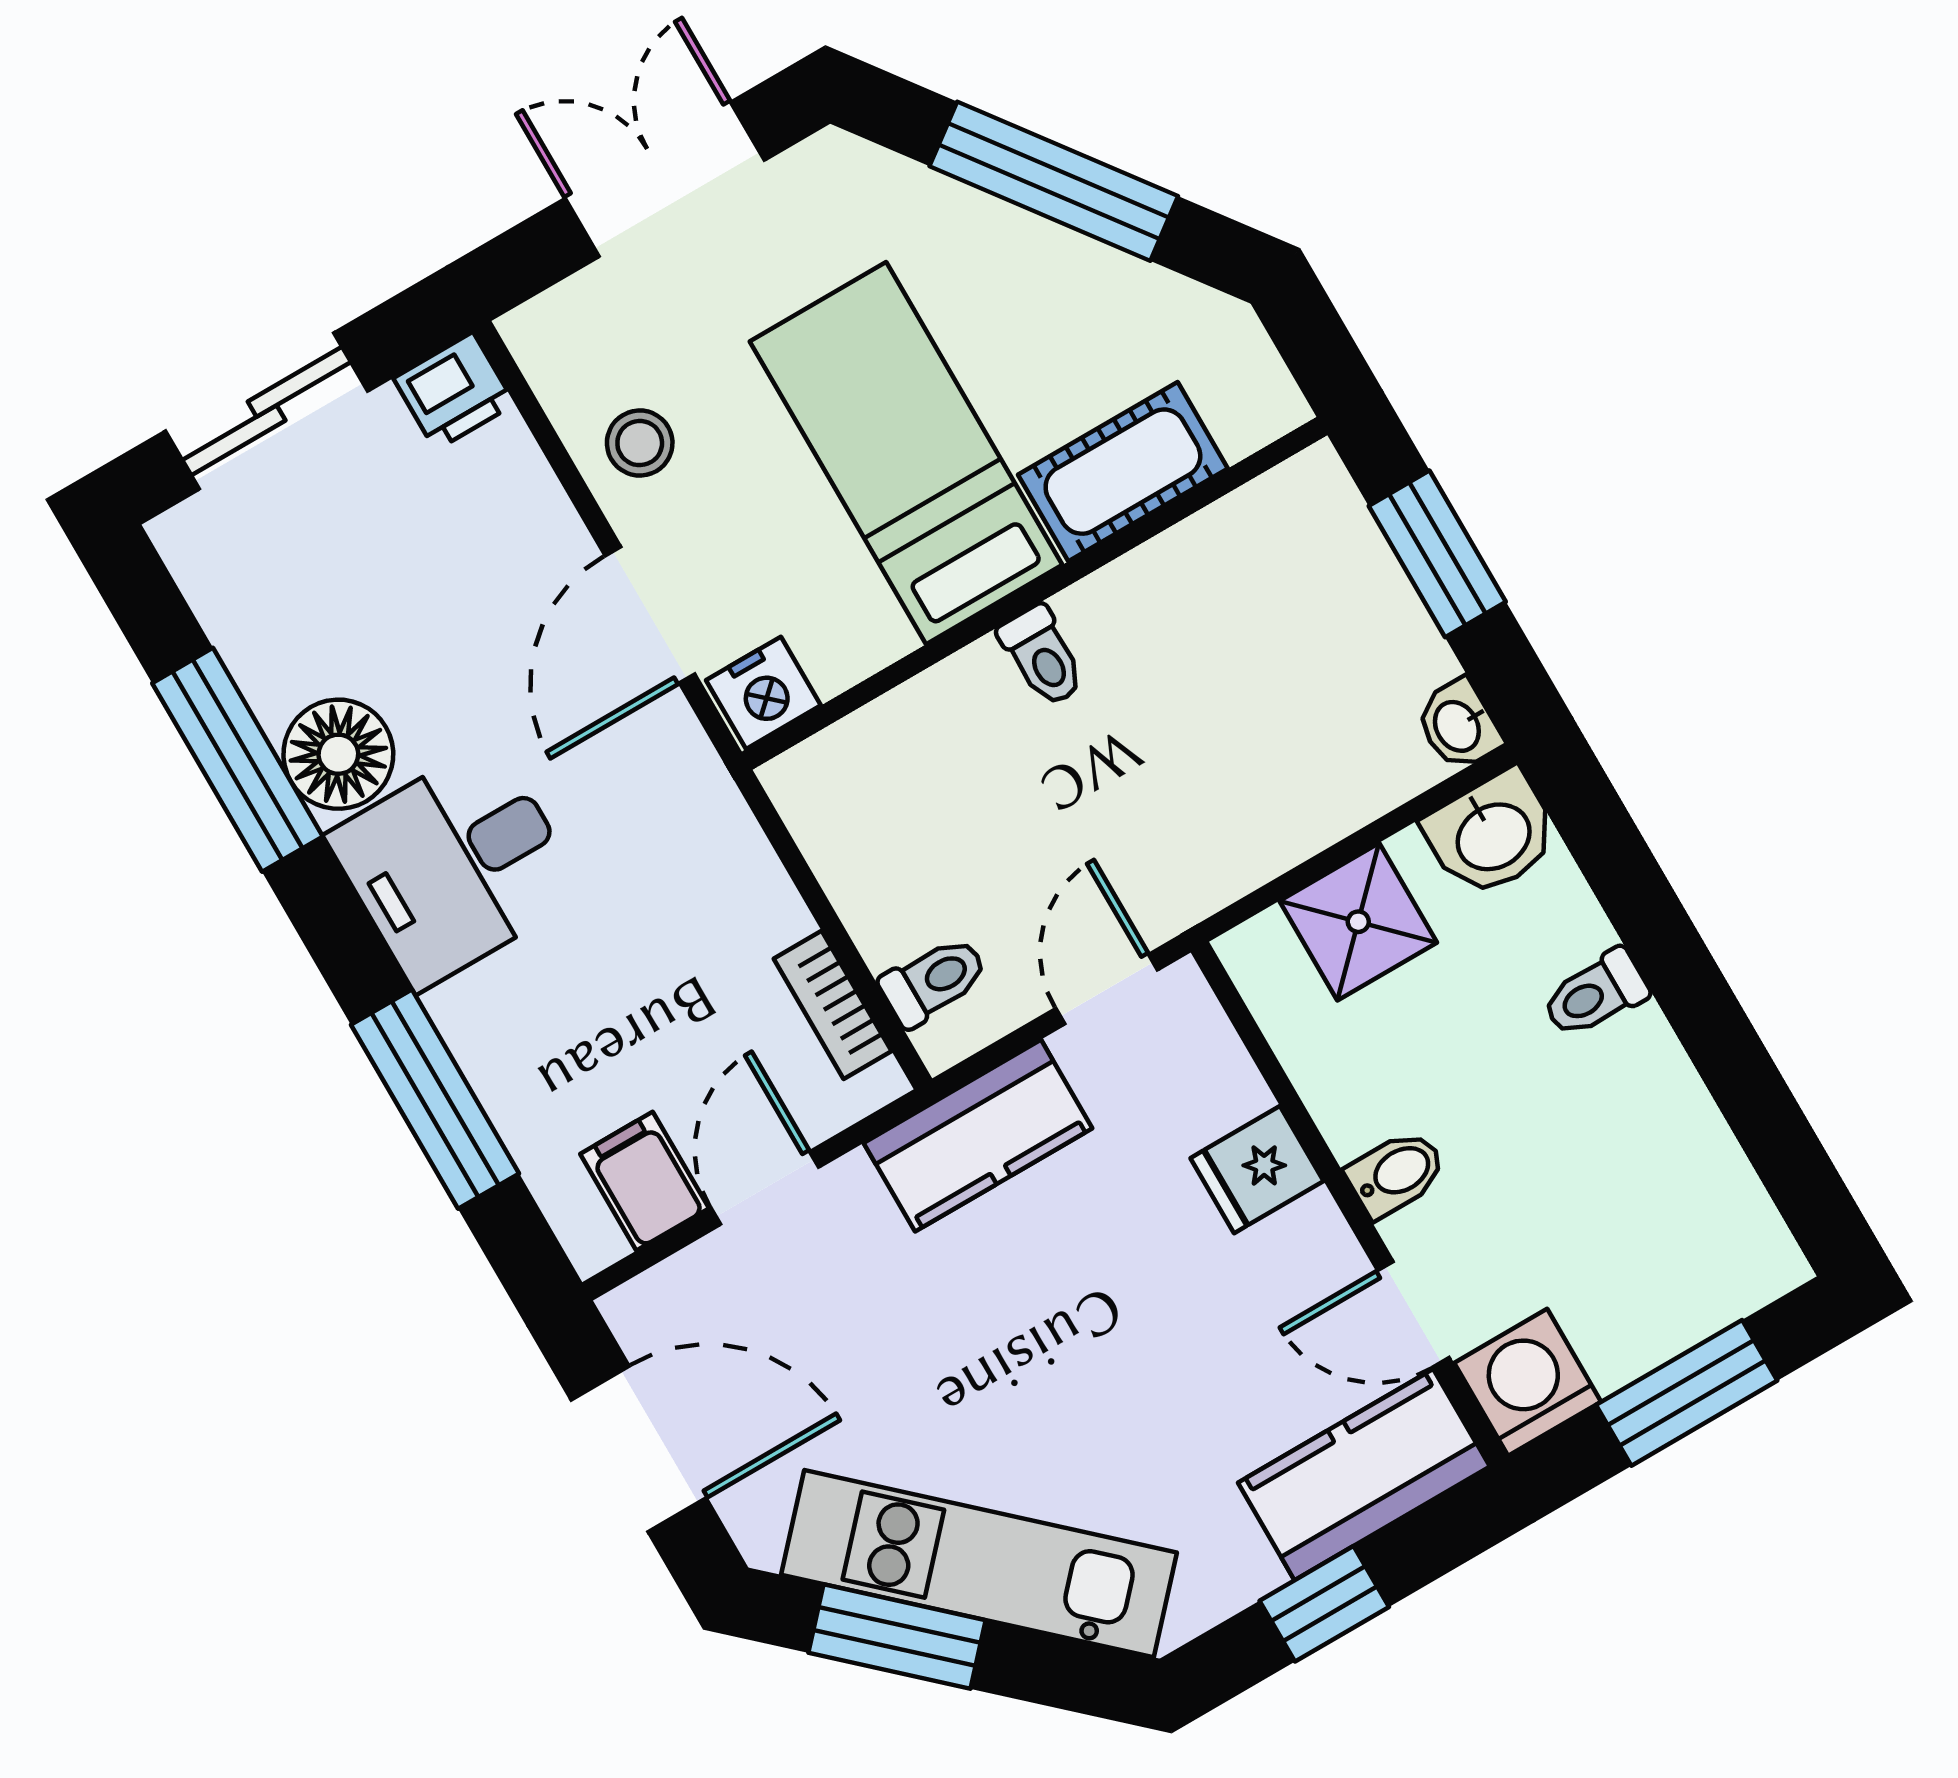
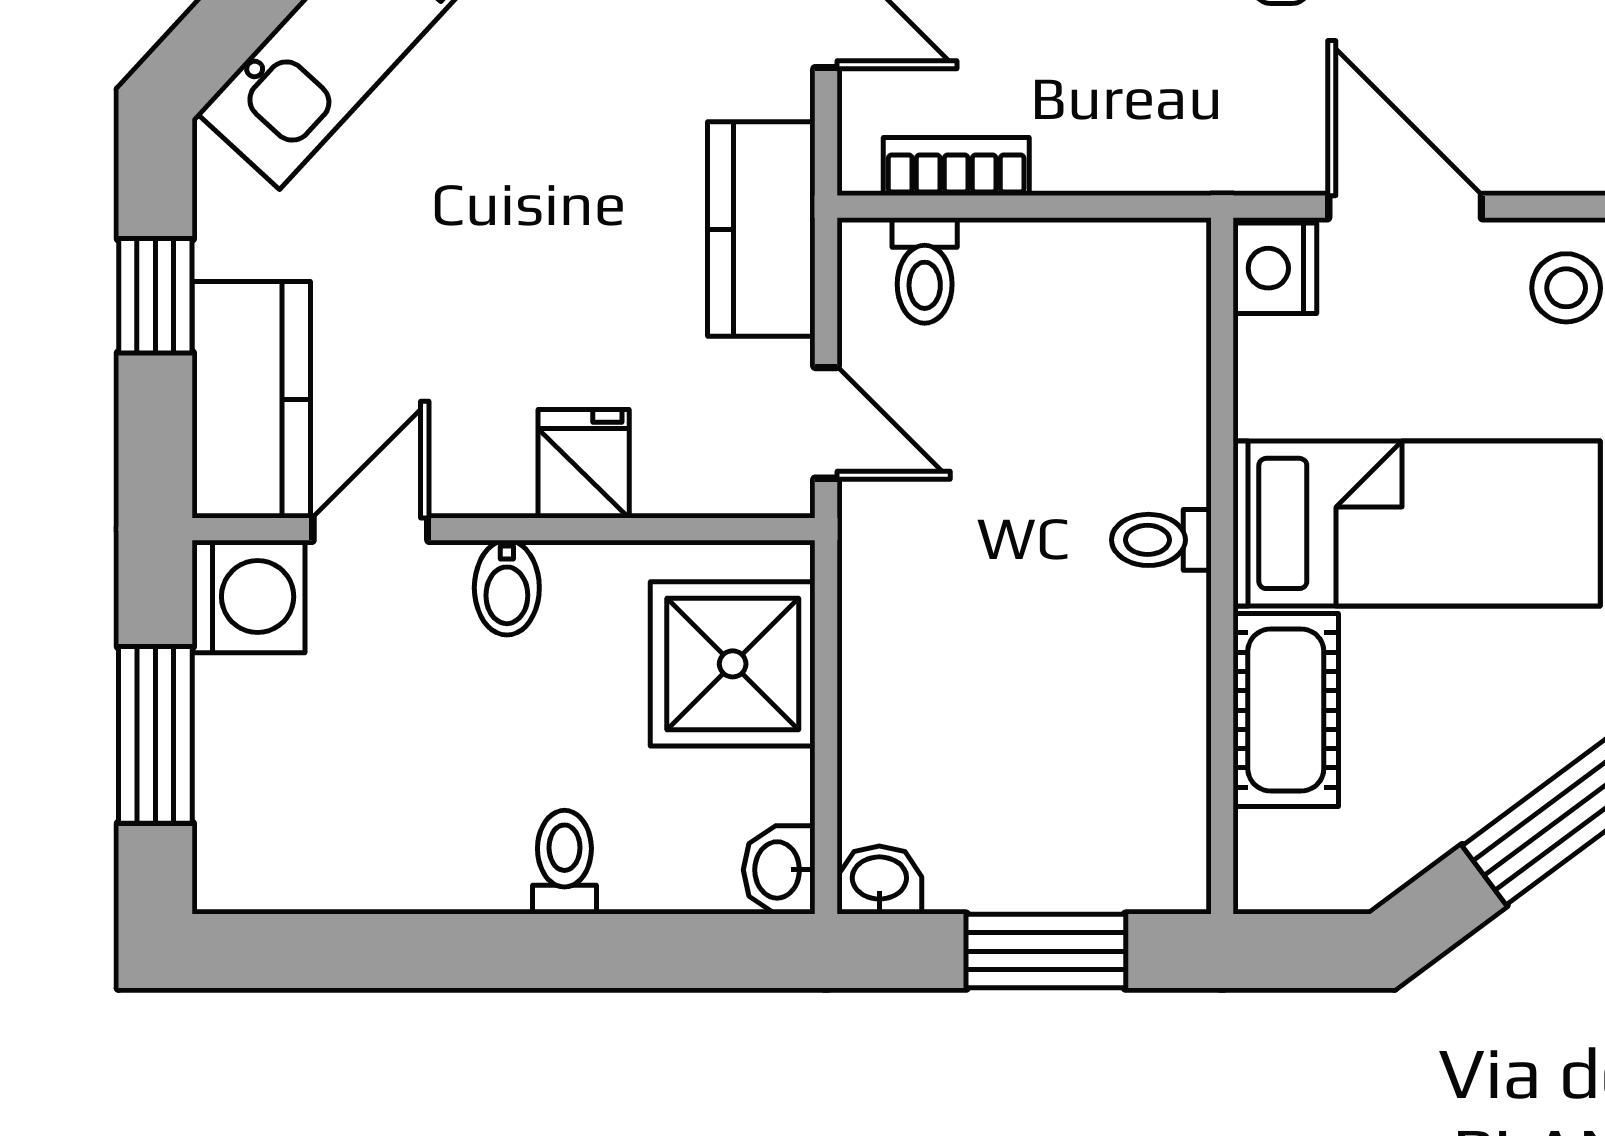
washbasin: (1492, 834) -> (779, 870), width x0.72, depth x0.69
shower: (1358, 922) -> (733, 664), width x1.36, depth x1.36

